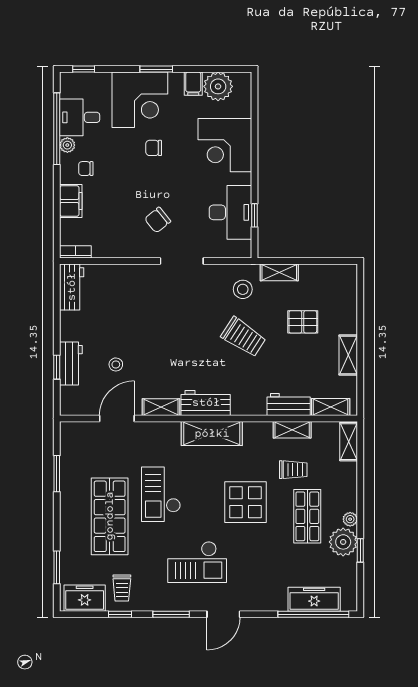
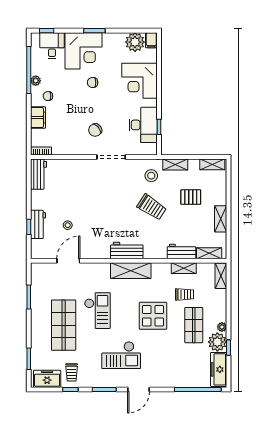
filing cabinet: (193, 84) -> (151, 40), moved
desk: (80, 117) -> (52, 46), moved, turned 90
shelving: (161, 407) -> (212, 164), moved
checkout: (161, 494) -> (97, 311), turned 180
freezer: (314, 599) -> (219, 369), moved, turned -90

